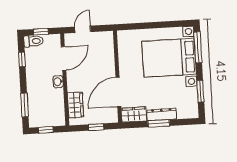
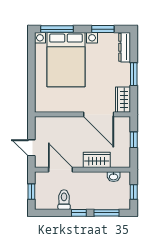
toilet: (34, 41) -> (64, 200), moved
window: (22, 59) -> (79, 213), moved
washbasin: (58, 82) -> (114, 177), moved
wardrobe: (75, 105) -> (97, 160), moved
dresser: (162, 114) -> (125, 47), moved

